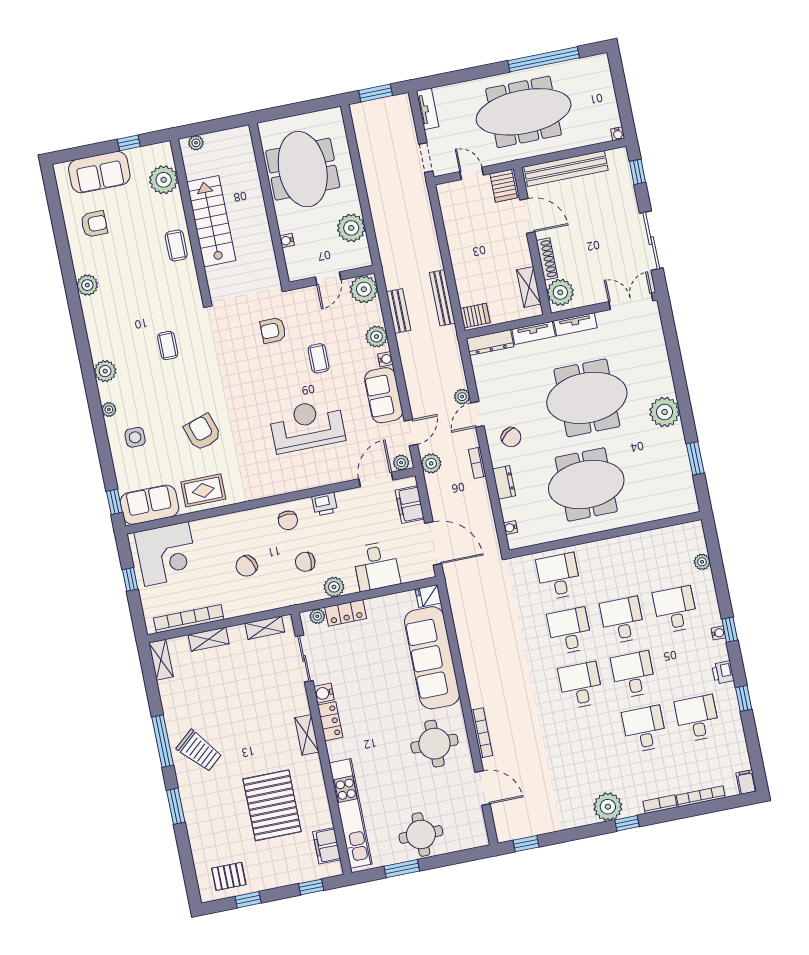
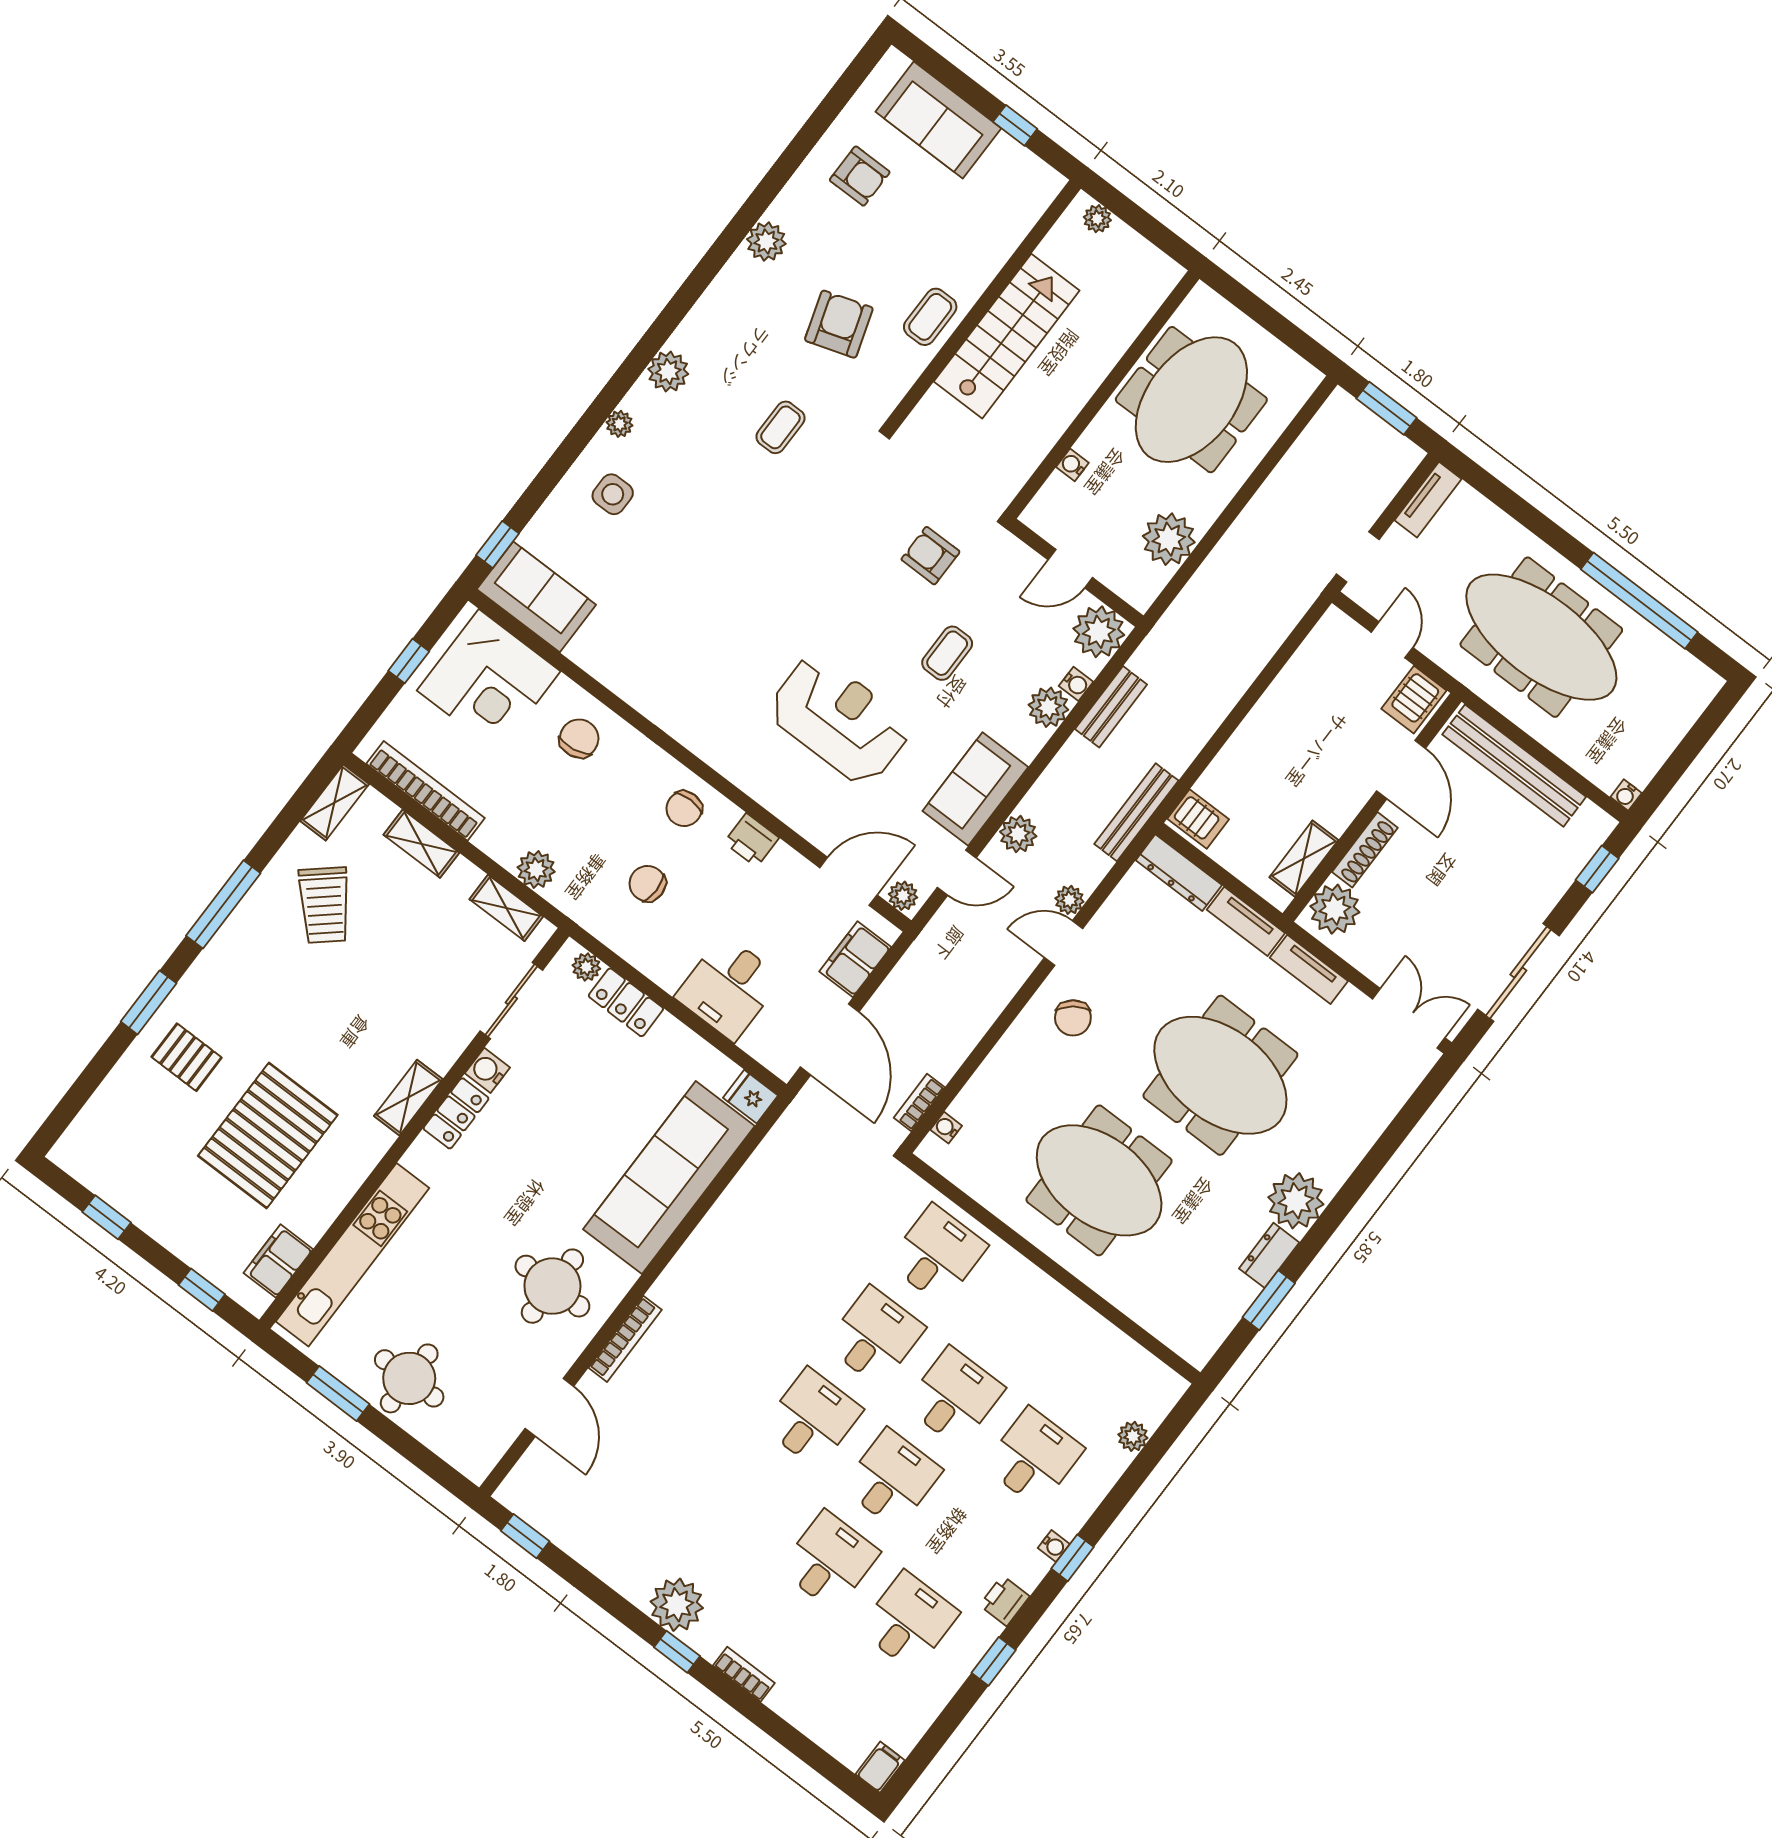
plant: (164, 180) -> (1006, 219), removed
bench: (442, 298) -> (1136, 812), moved
water cooler: (385, 359) -> (1076, 684), moved
armchair: (203, 432) -> (839, 324), moved
plant: (431, 463) -> (1018, 834), moved
bookcase: (477, 463) -> (919, 1102), moved
dresser: (504, 482) -> (1269, 1255), moved, turned 180
rug: (203, 490) -> (622, 654), removed
chair: (247, 566) -> (579, 738), moved, turned 109
plant: (334, 587) -> (536, 869), moved
trolley: (199, 751) -> (324, 905), moved
bookcase: (701, 796) -> (805, 1721), removed
pallet: (229, 876) -> (187, 1057), moved

